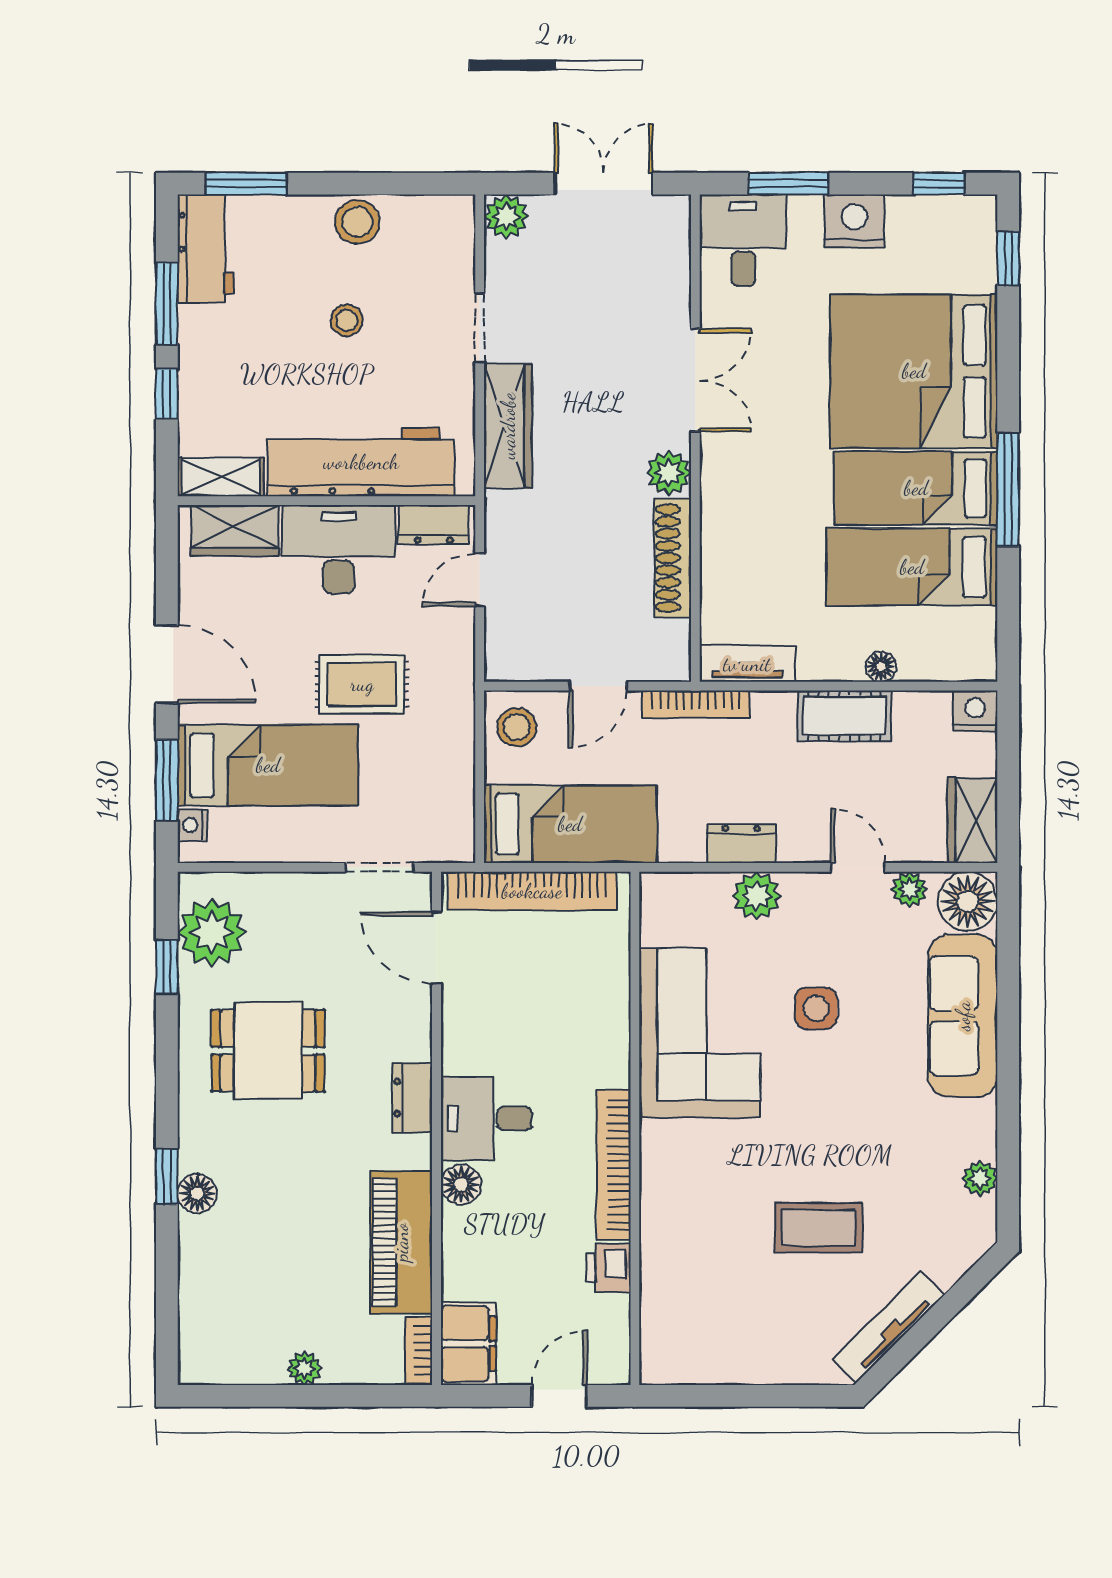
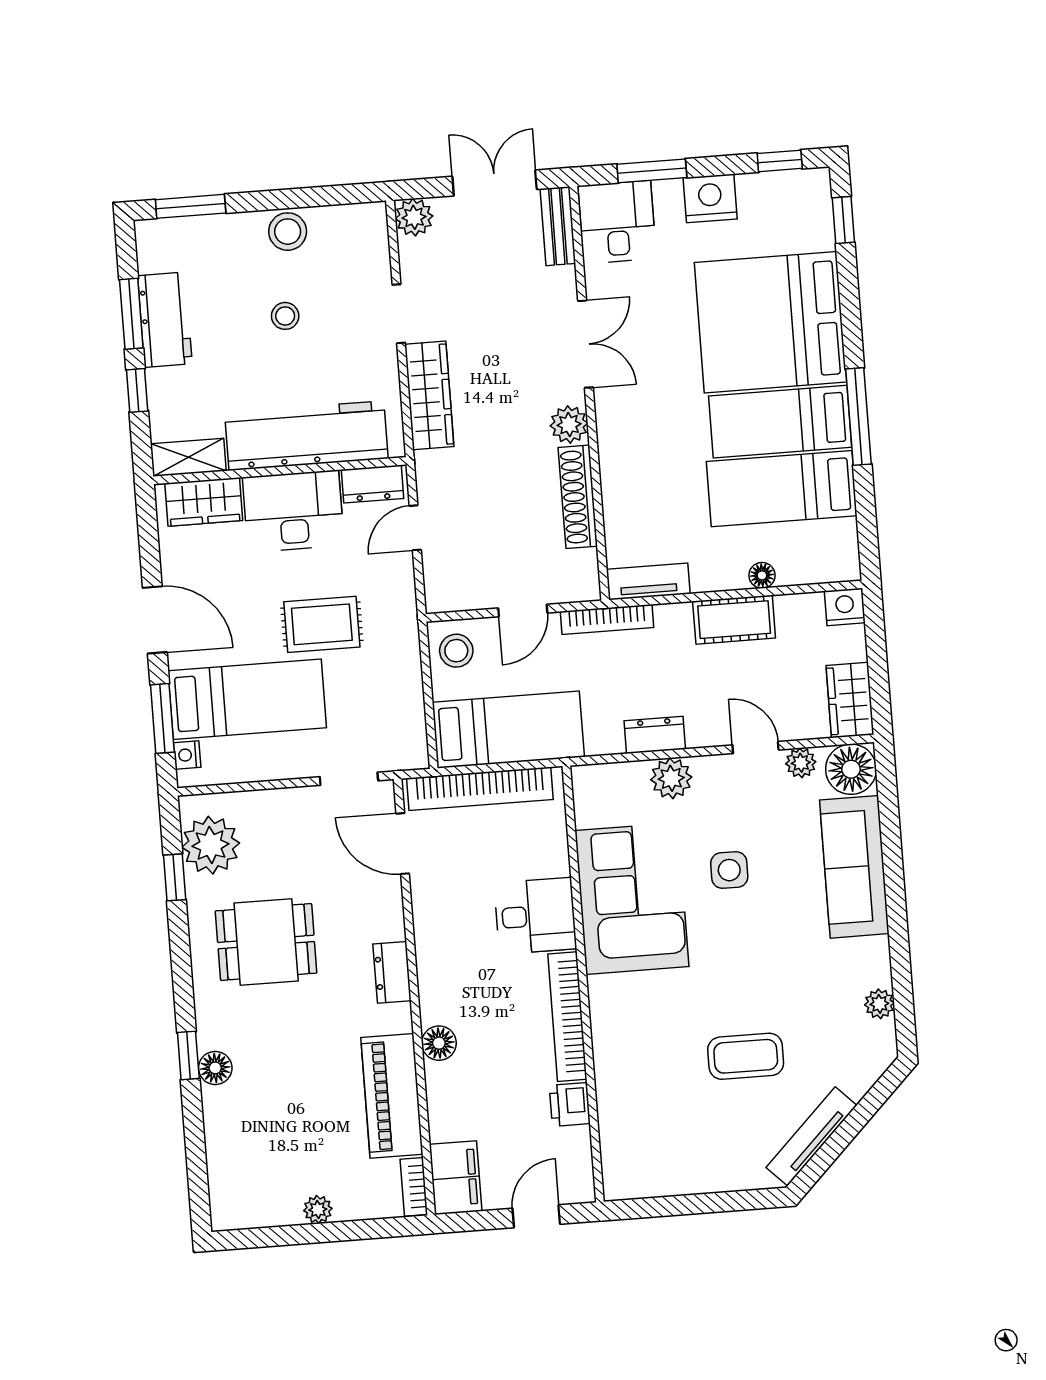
bench: (674, 240) -> (558, 226), added
workbench: (206, 248) -> (165, 320), moved
desk: (486, 1119) -> (535, 916), moved, turned 180

